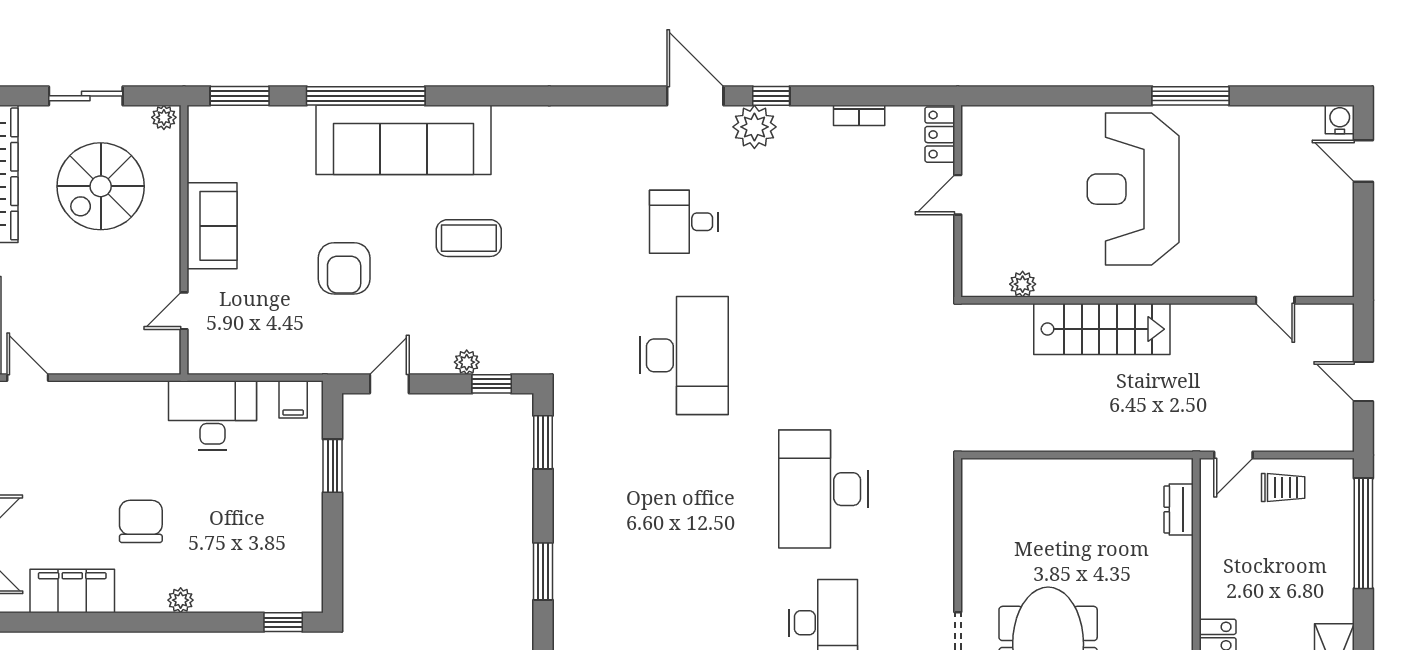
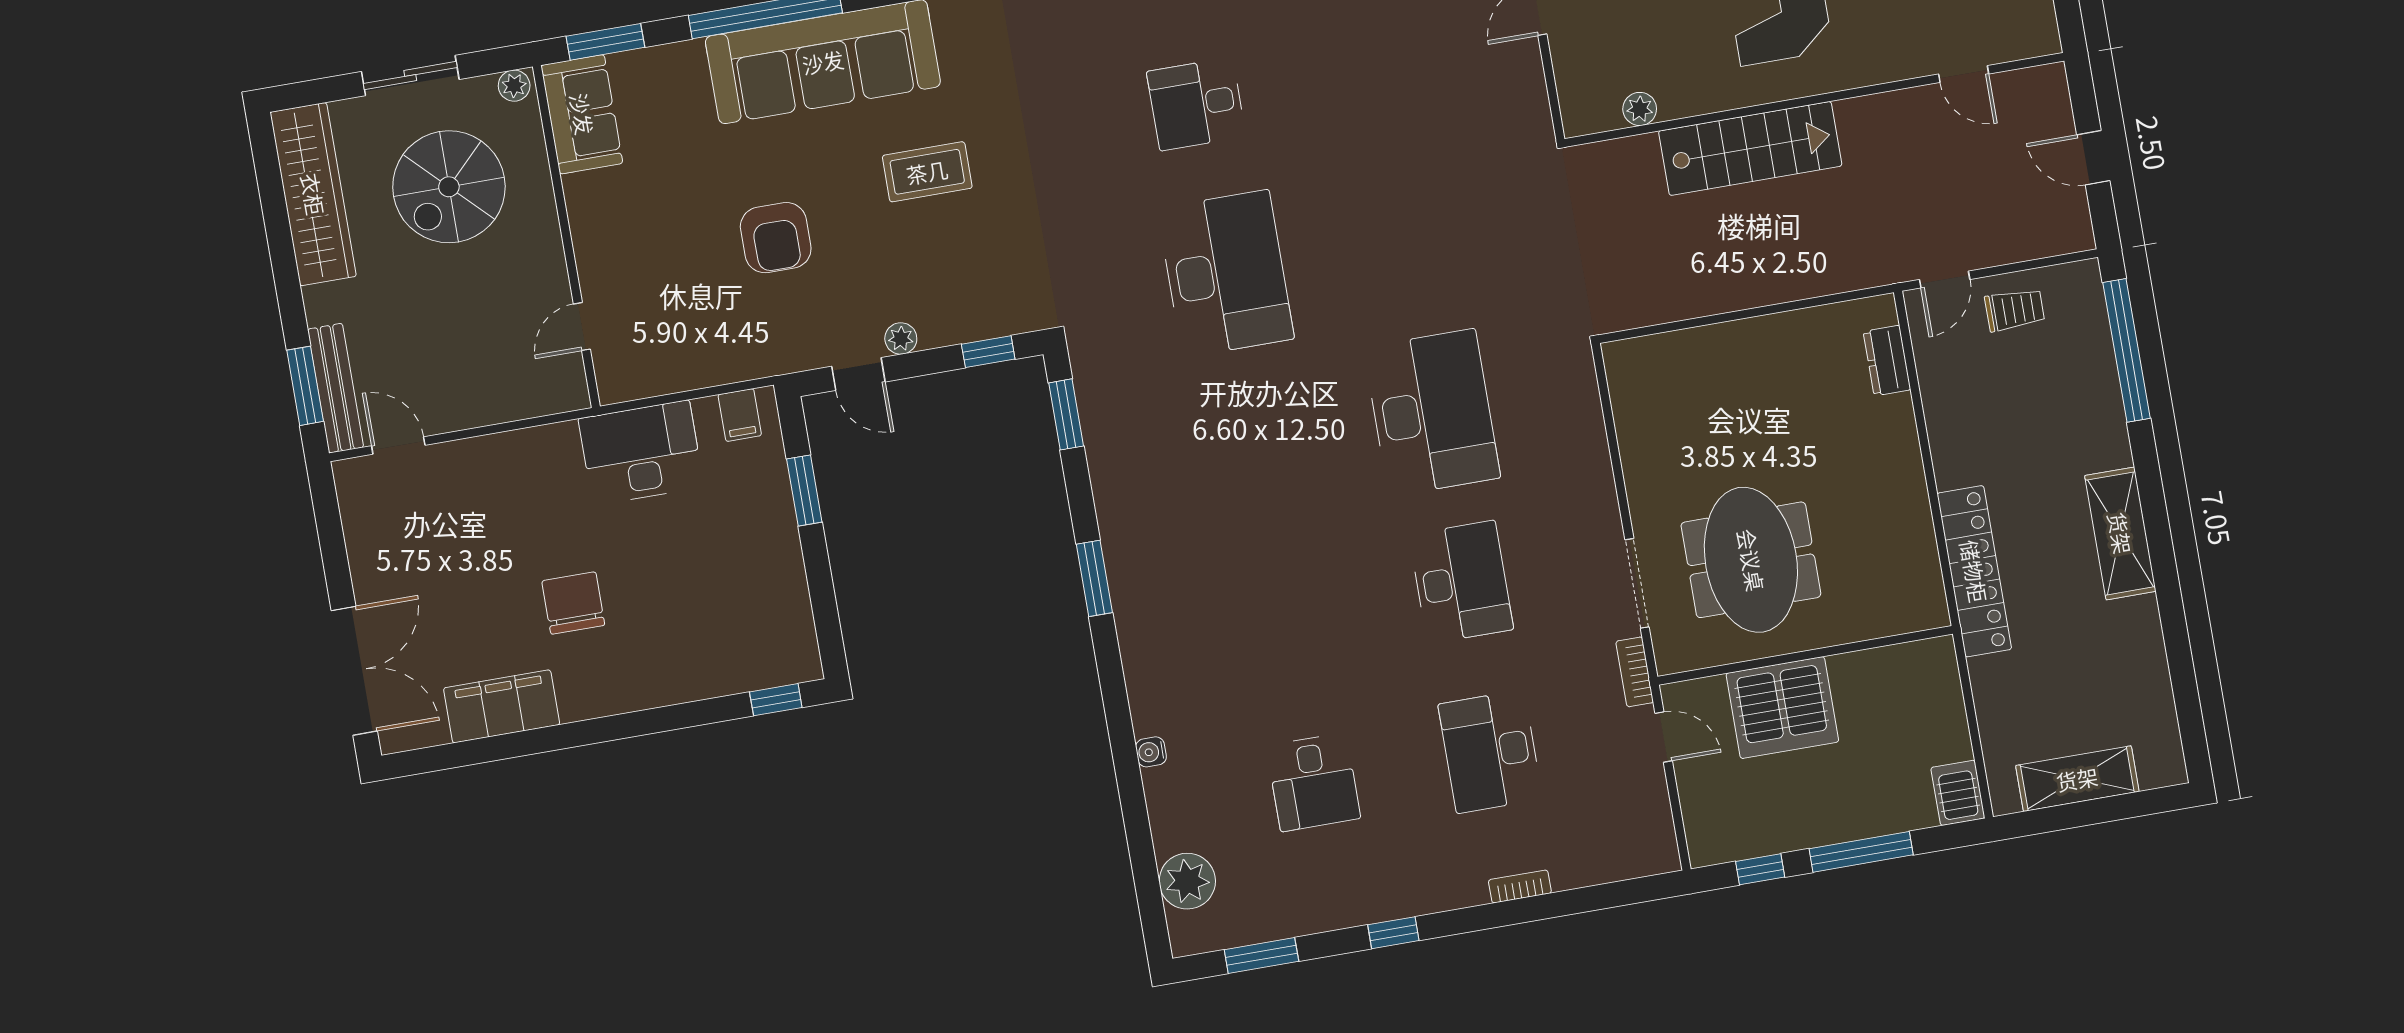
sofa: (212, 226) -> (582, 114), moved
plant: (467, 362) -> (901, 339), moved
door: (389, 384) -> (858, 374), swing flipped
desk: (823, 489) -> (1432, 413), turned 180
plant: (181, 600) -> (641, 694), removed

